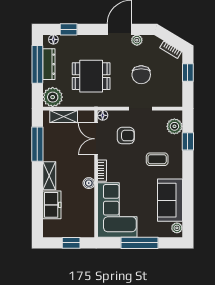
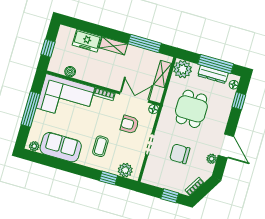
armchair: (126, 136) -> (130, 124), turned 90
boiler: (89, 183) -> (70, 72), moved

